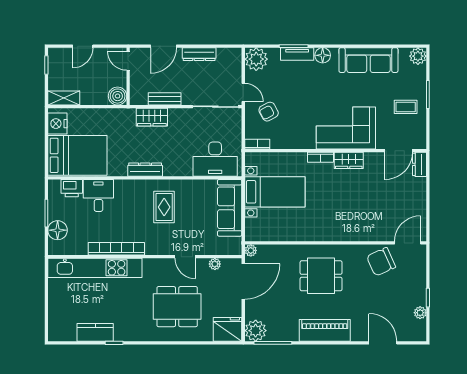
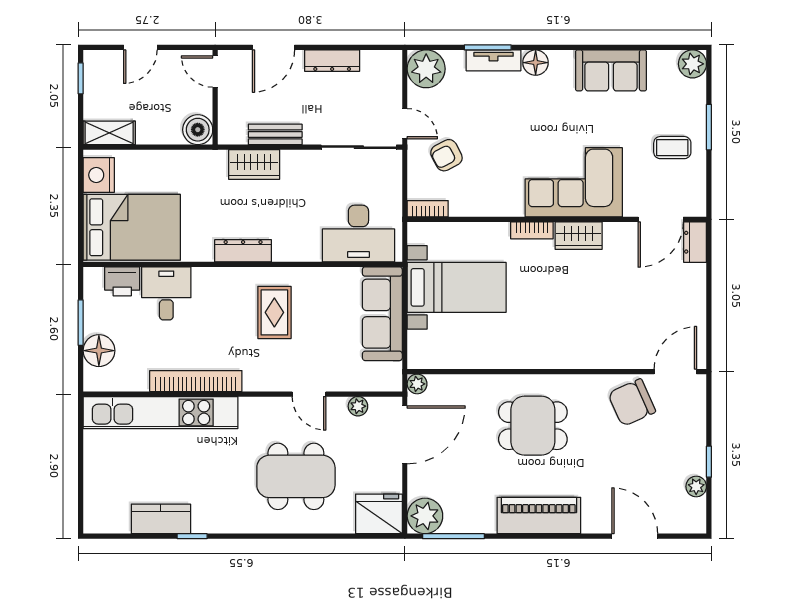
sofa: (368, 60) -> (611, 70), width x0.73

